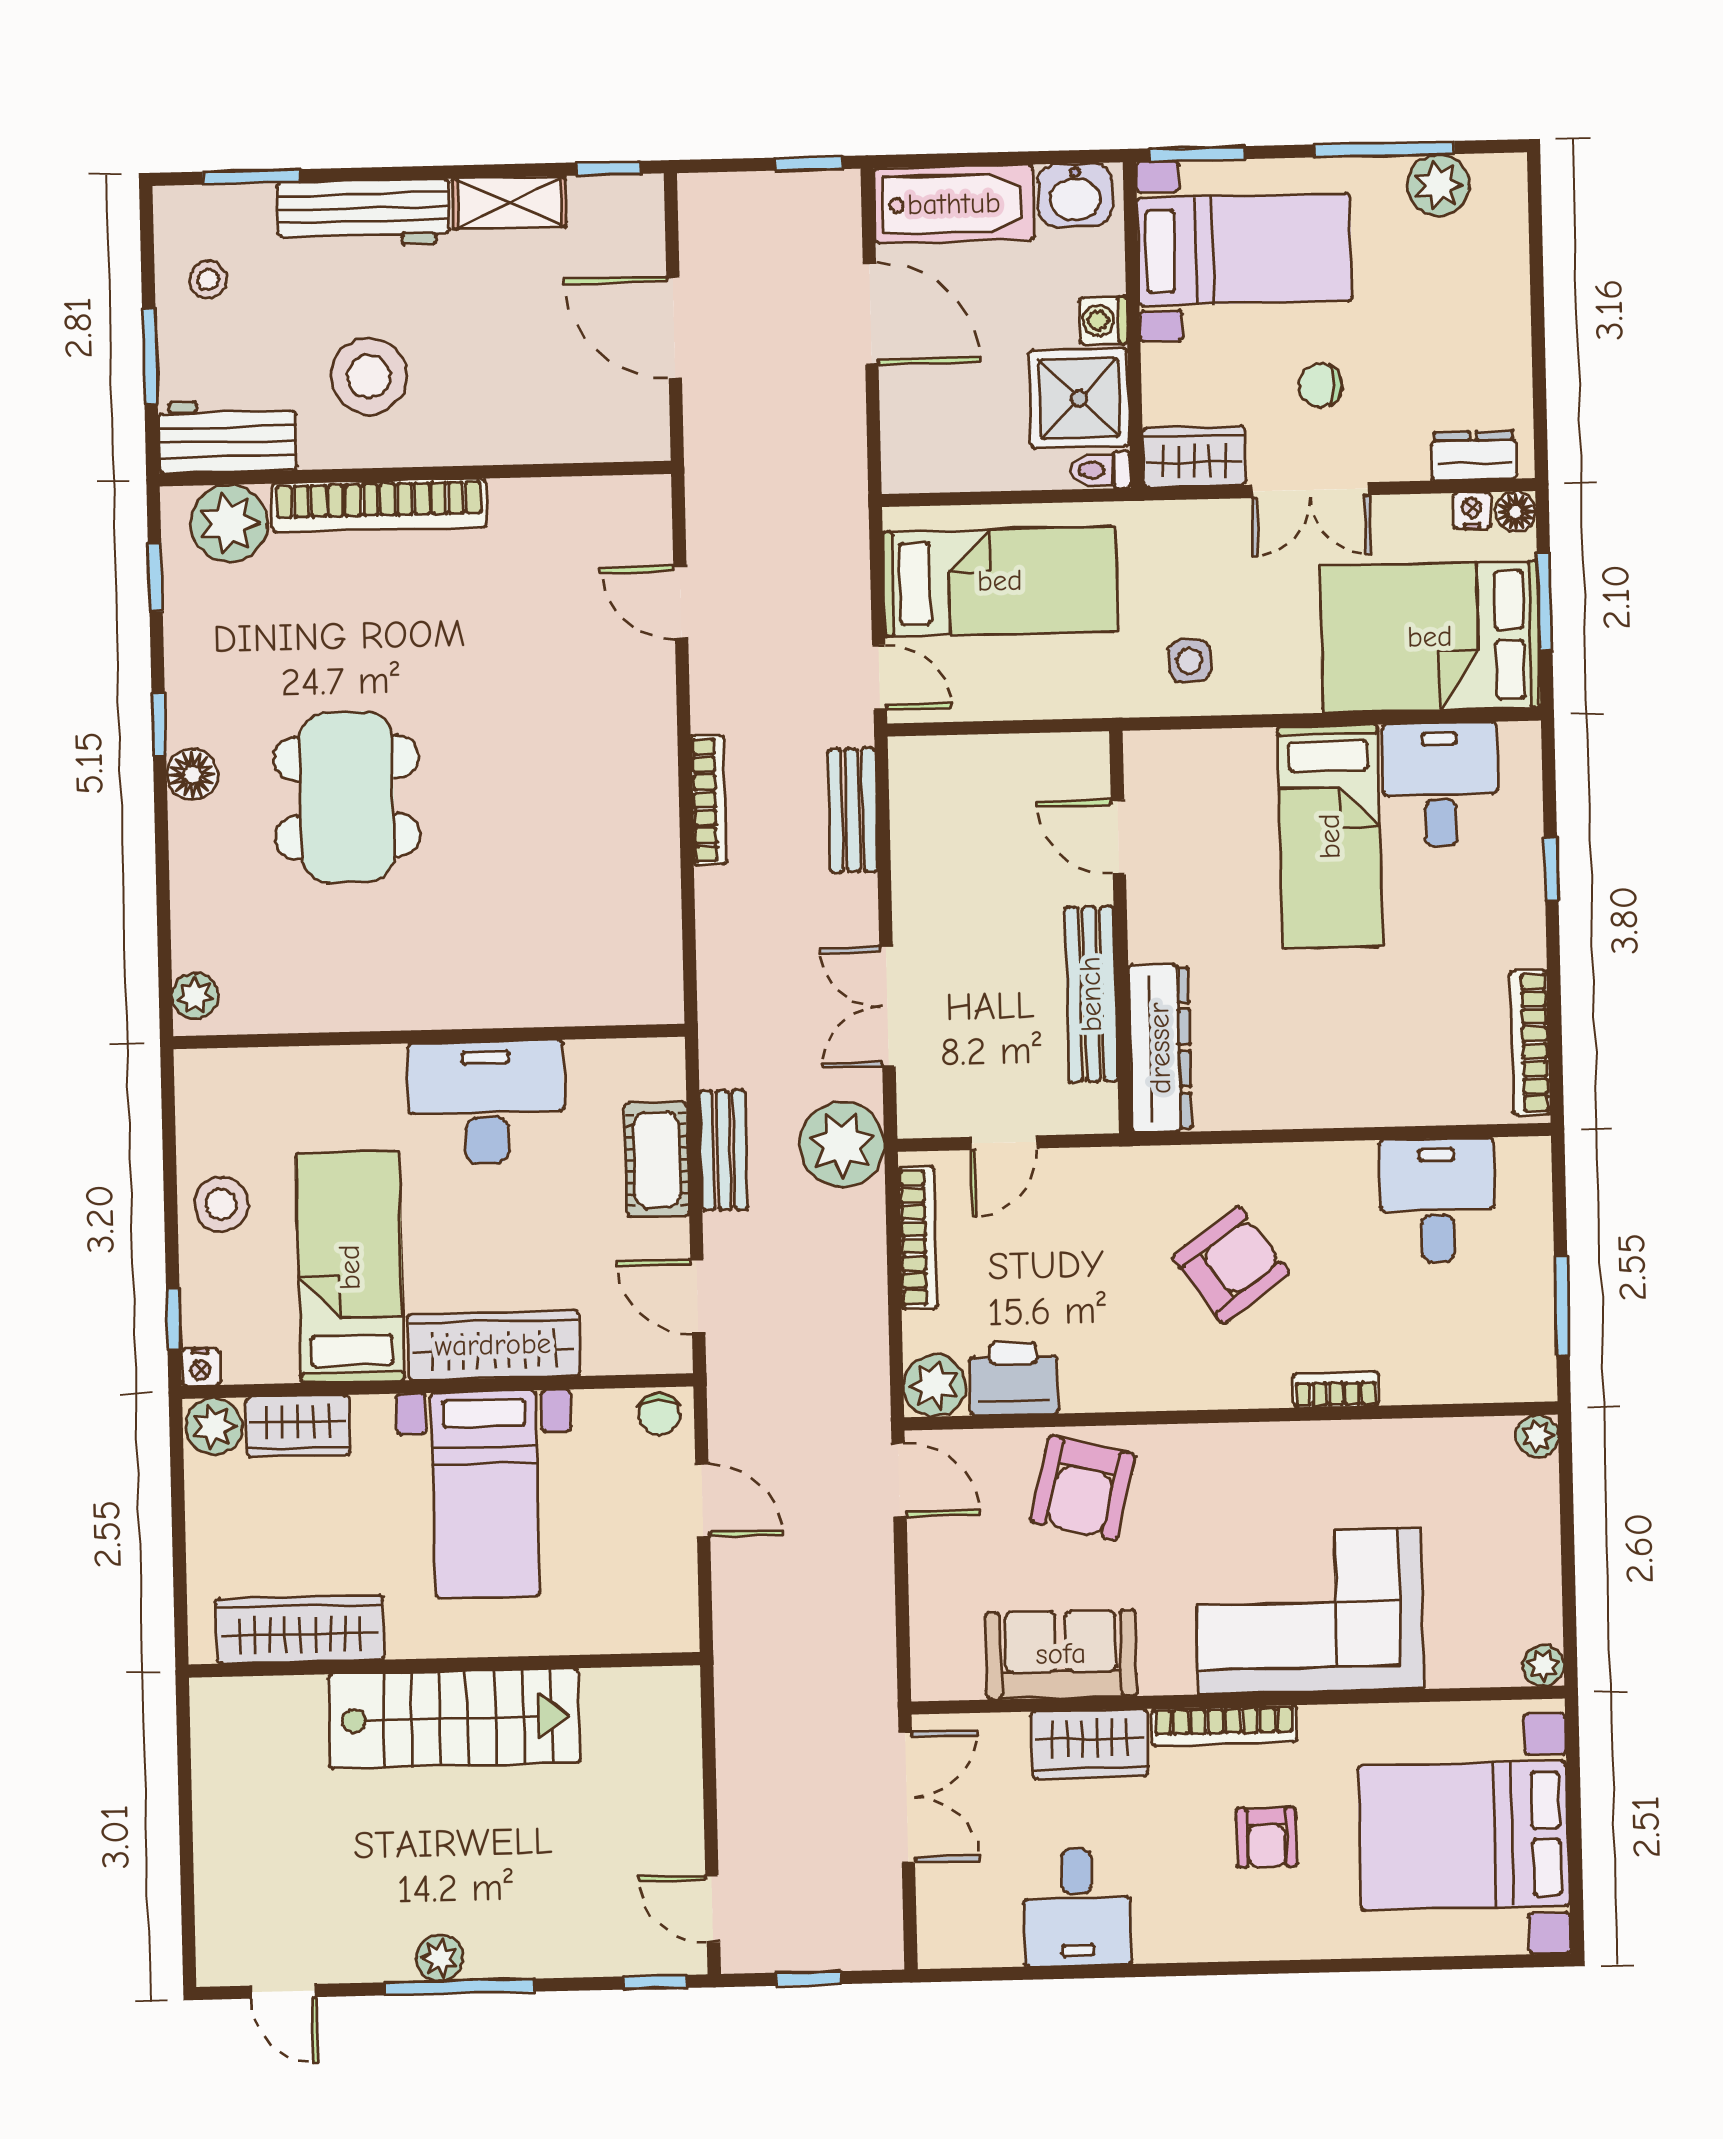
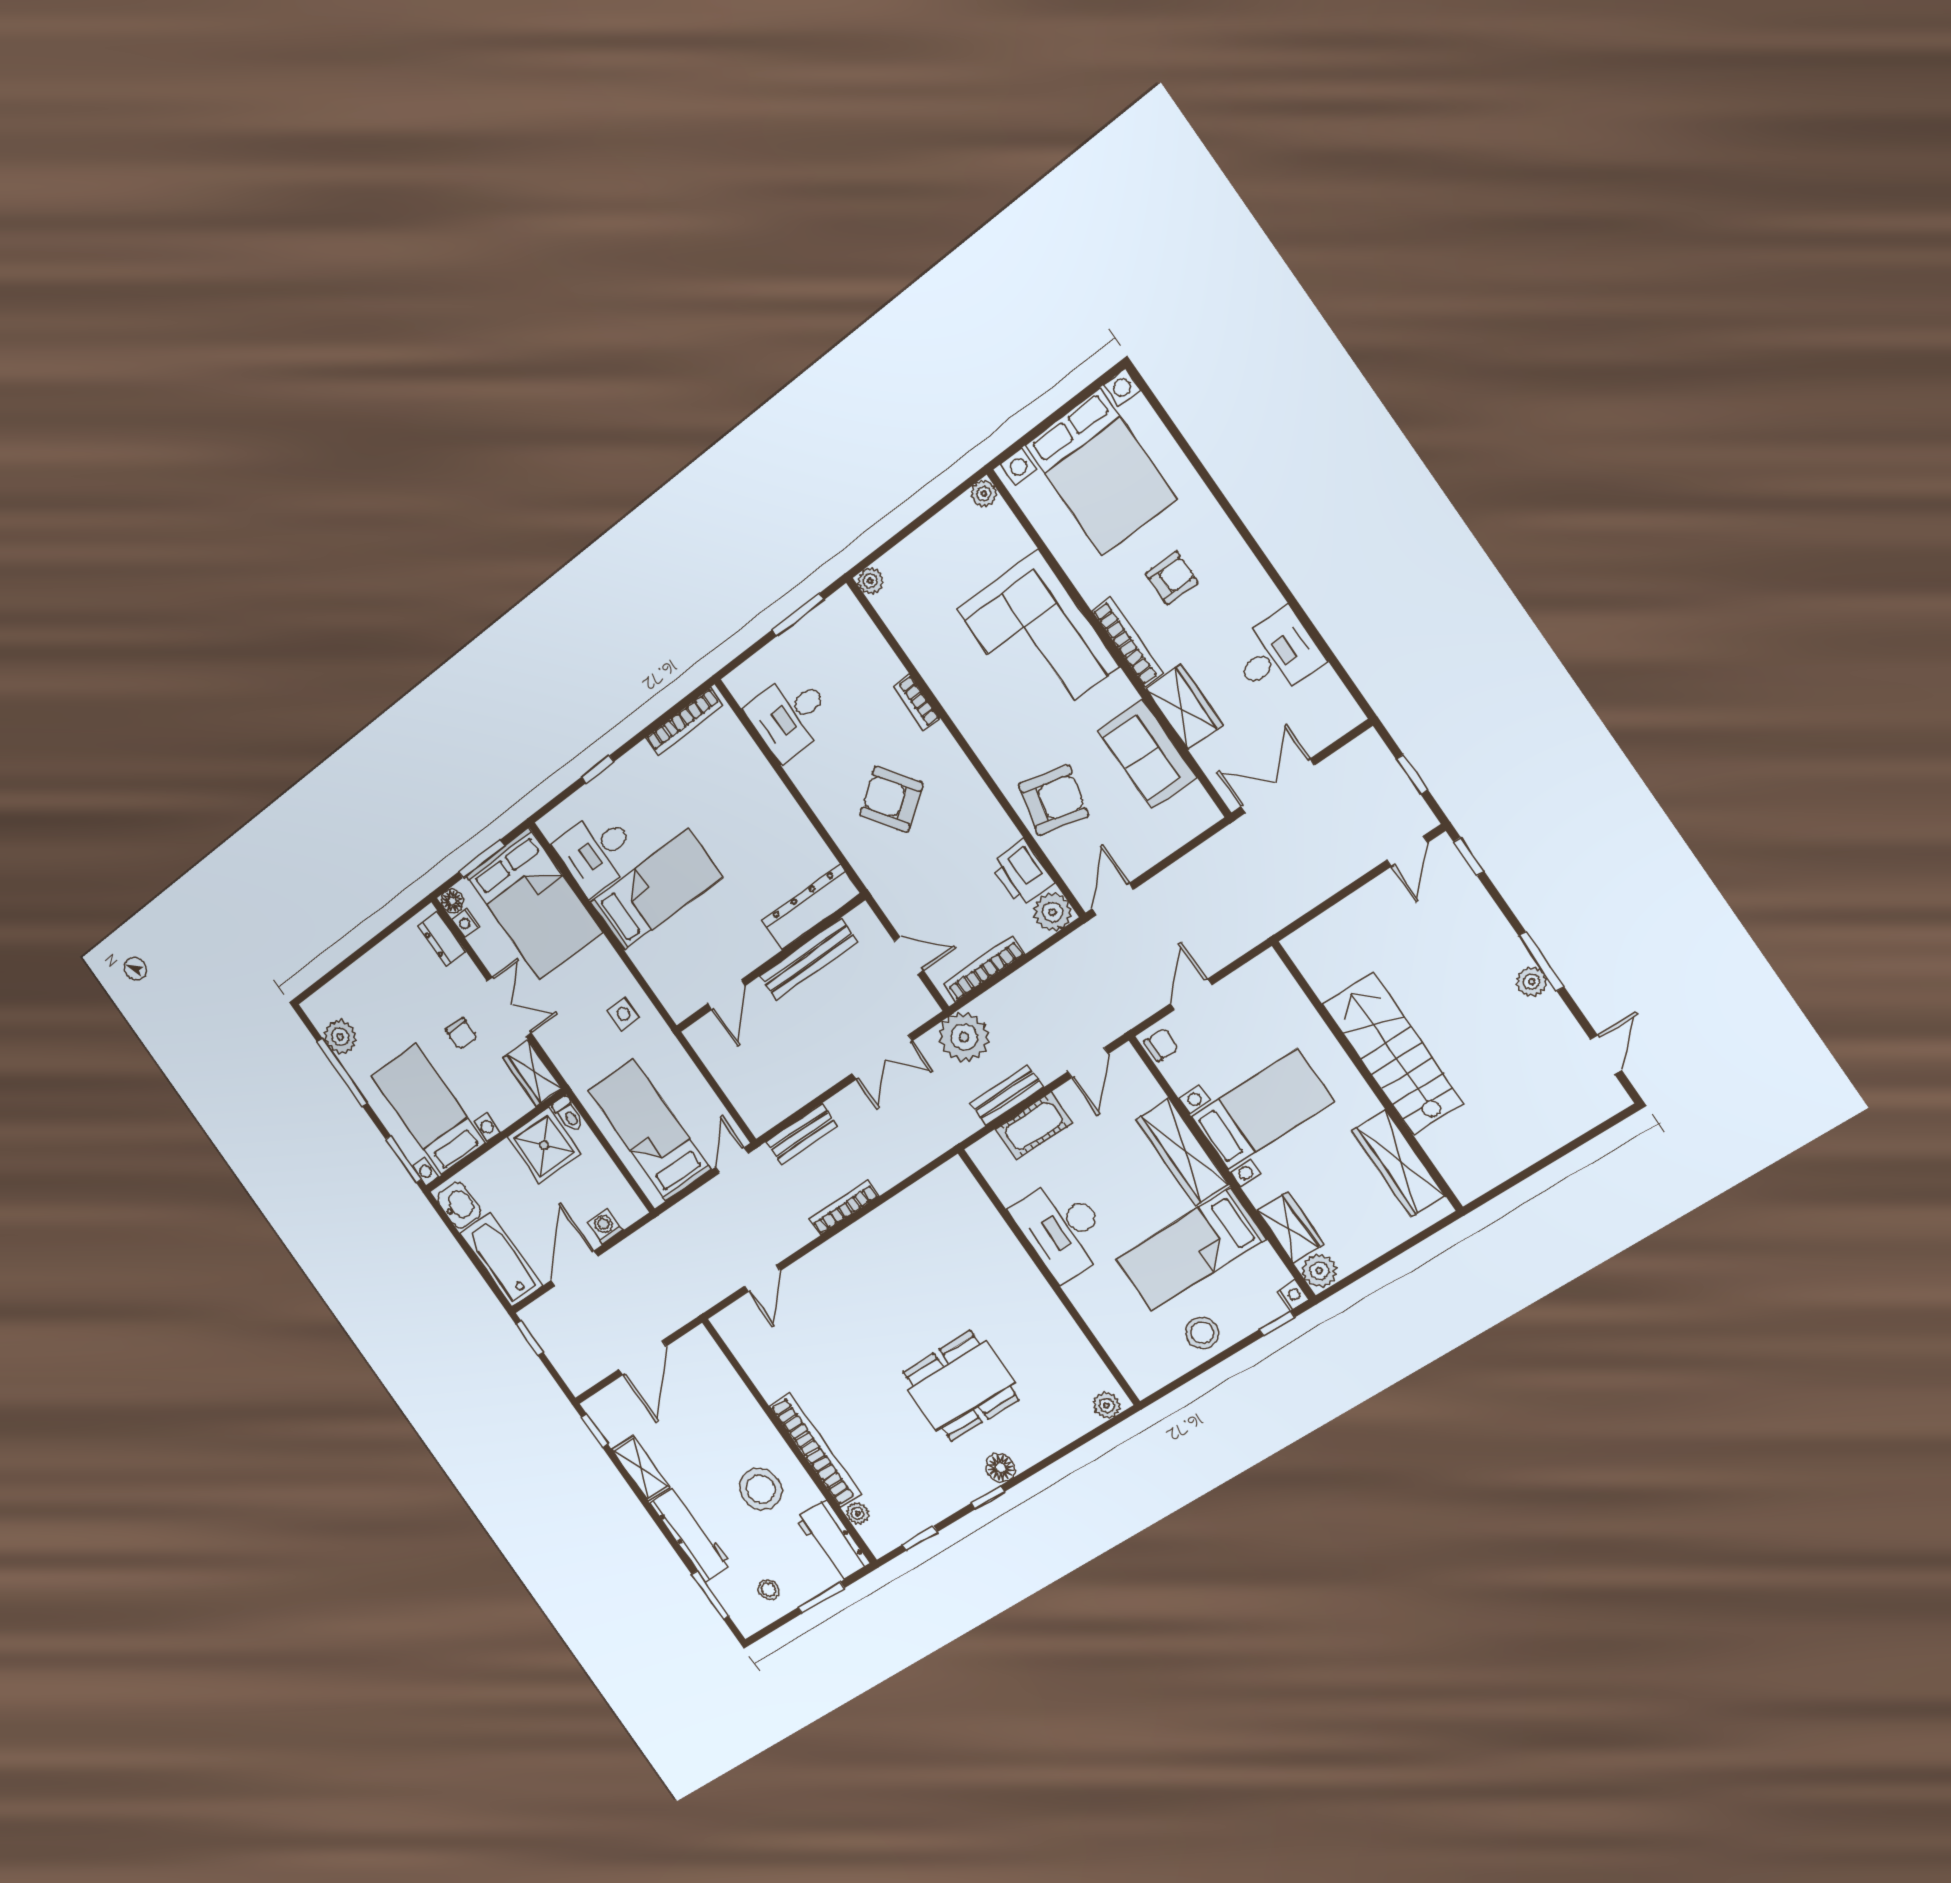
washing machine: (1103, 320) -> (605, 1226), moved, turned 180
plant: (229, 523) -> (857, 1513), width x0.53, depth x0.53
window: (459, 1987) -> (1541, 961), width x0.69

